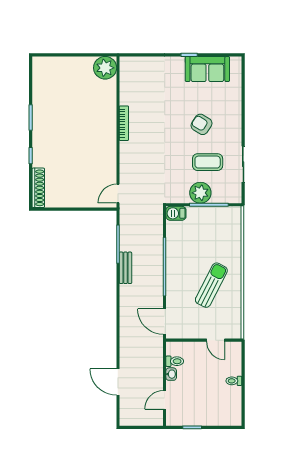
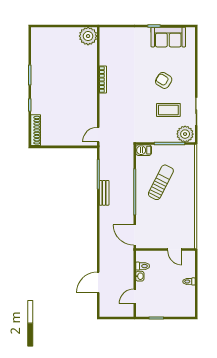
plant: (200, 193) -> (185, 134), moved
sun lounger: (211, 285) -> (161, 182), moved
door: (118, 382) -> (98, 282), hinge flipped

